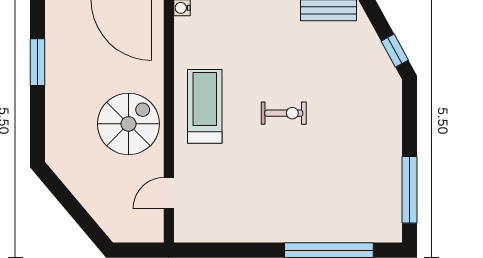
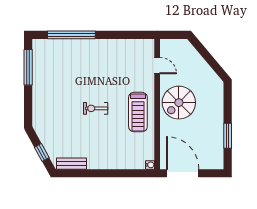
window: (395, 51) -> (42, 152), moved
door: (169, 193) -> (157, 66), hinge flipped

